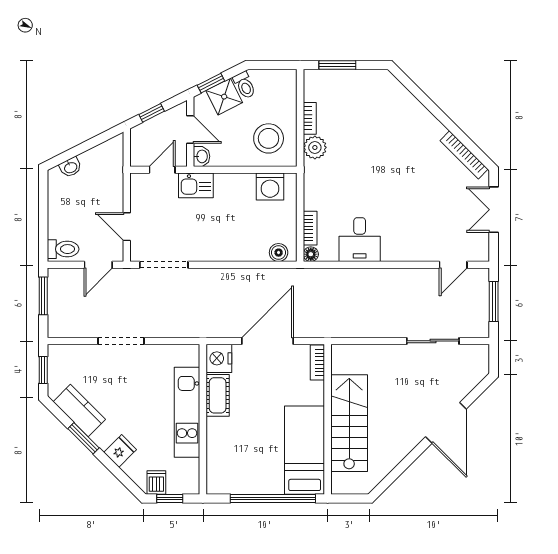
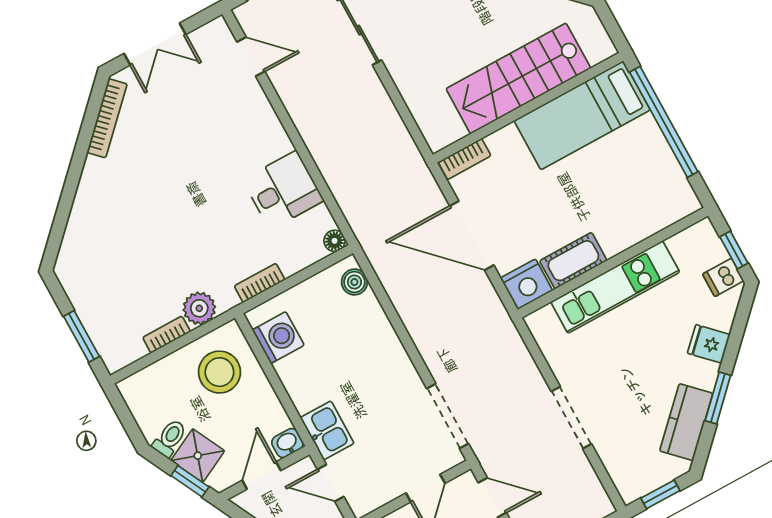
bookcase: (310, 228) -> (260, 283), moved

